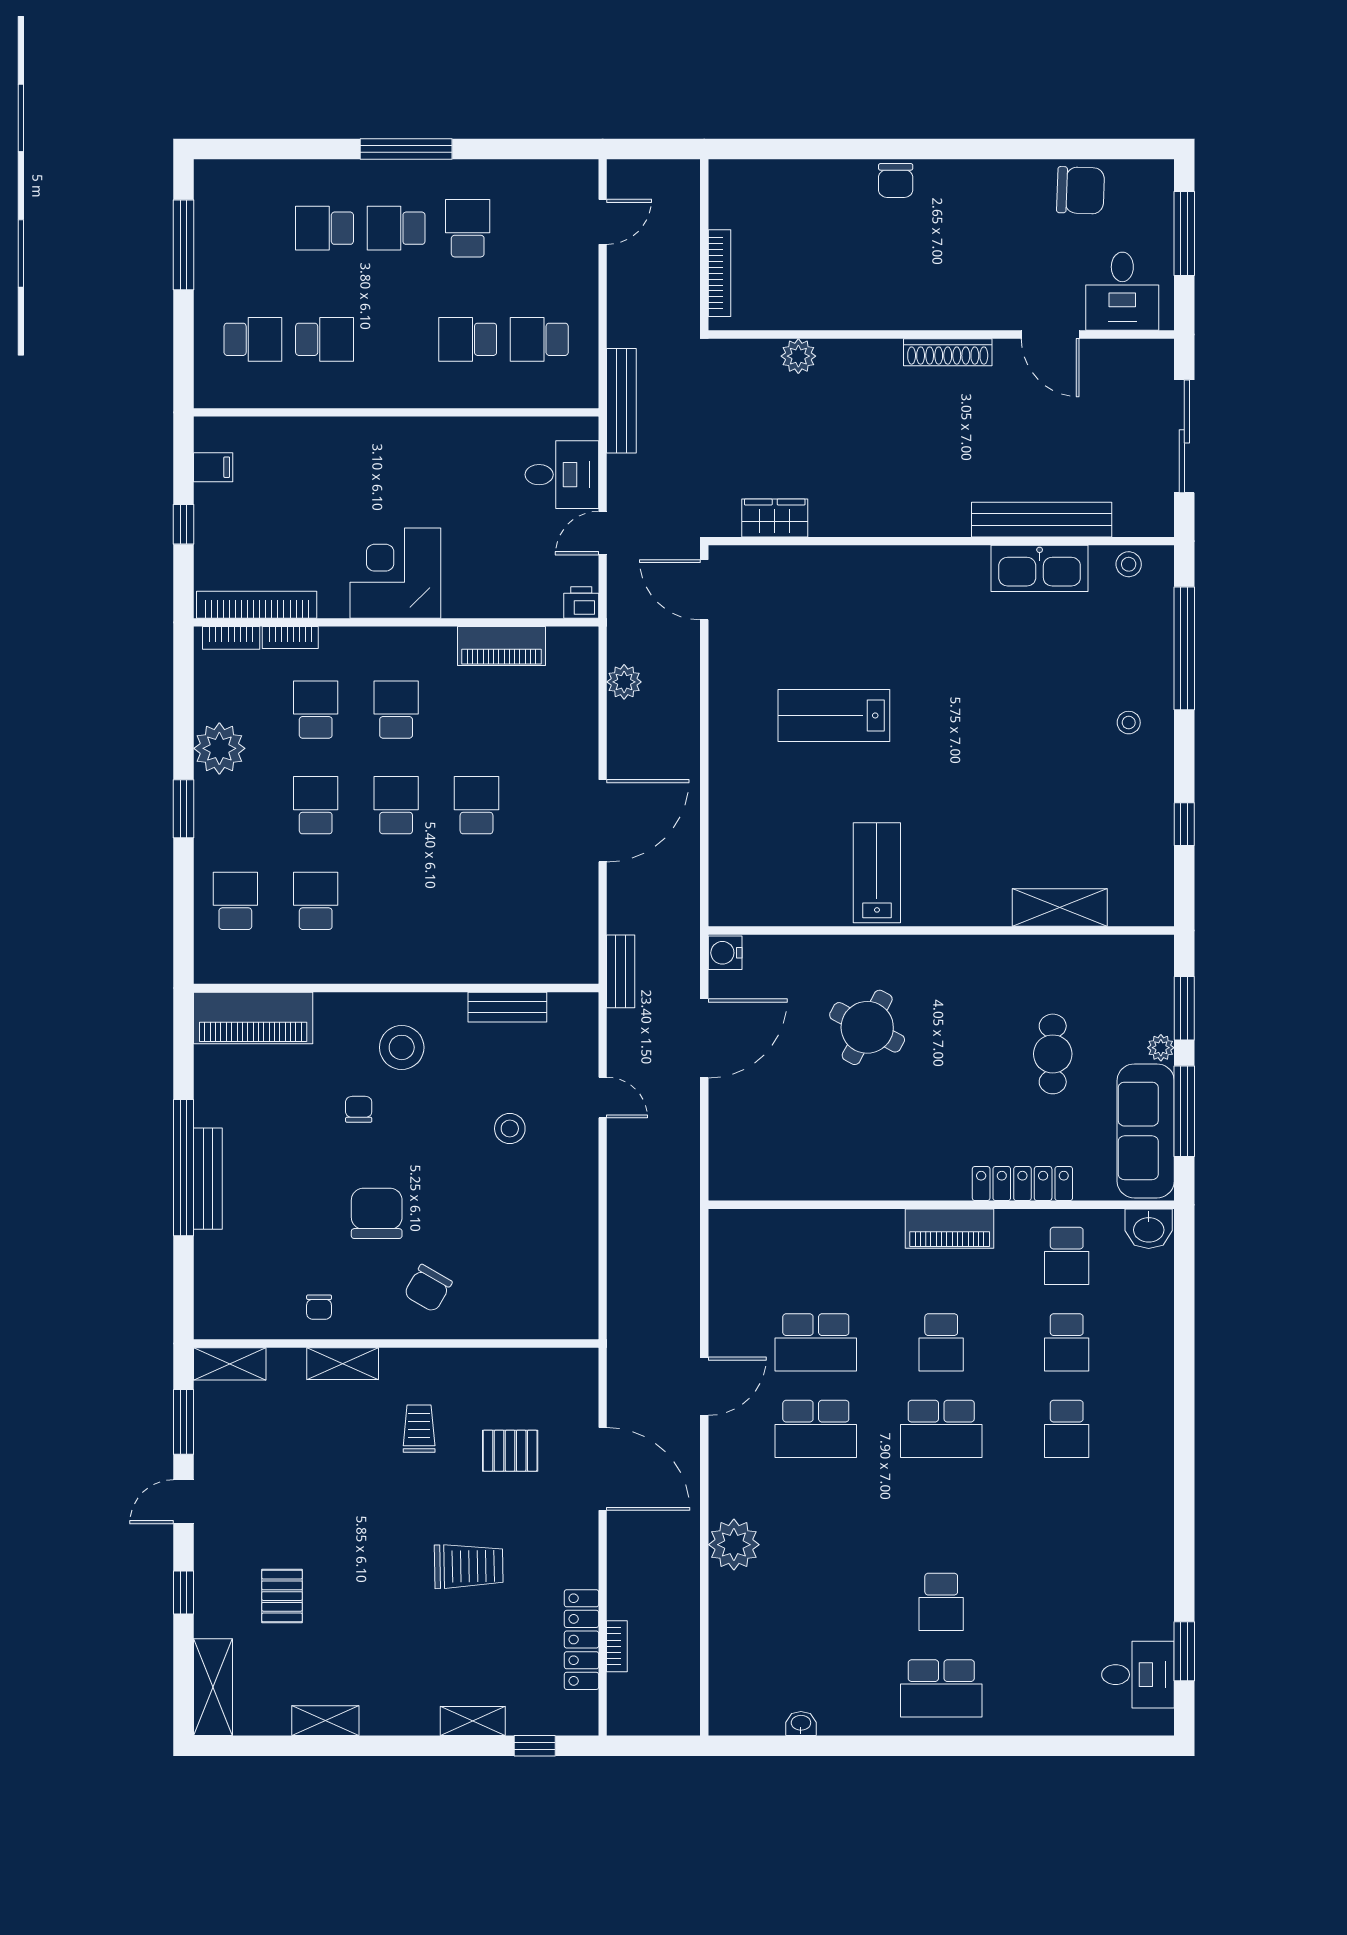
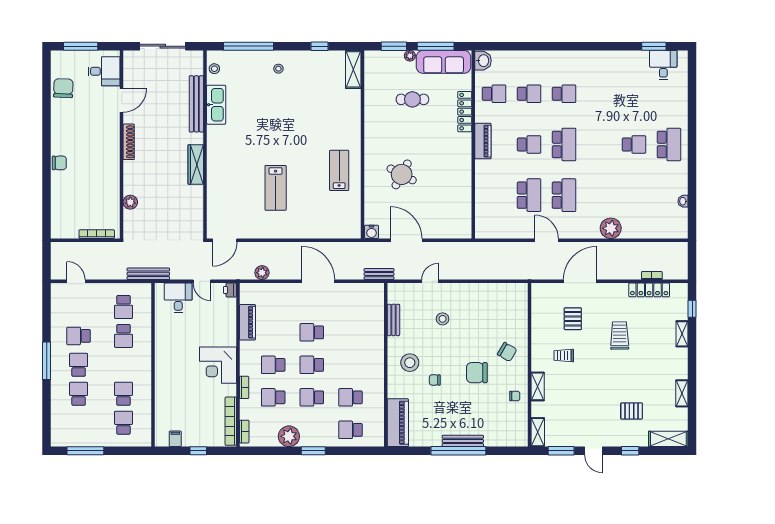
school desk: (325, 228) -> (79, 394), turned 180
school desk: (396, 228) -> (79, 365), turned 180
wardrobe: (775, 518) -> (196, 165), moved, width x1.50
bookcase: (290, 638) -> (244, 387), moved
lab bench: (877, 873) -> (339, 170), turned 90
shelving: (1060, 907) -> (353, 69), moved

